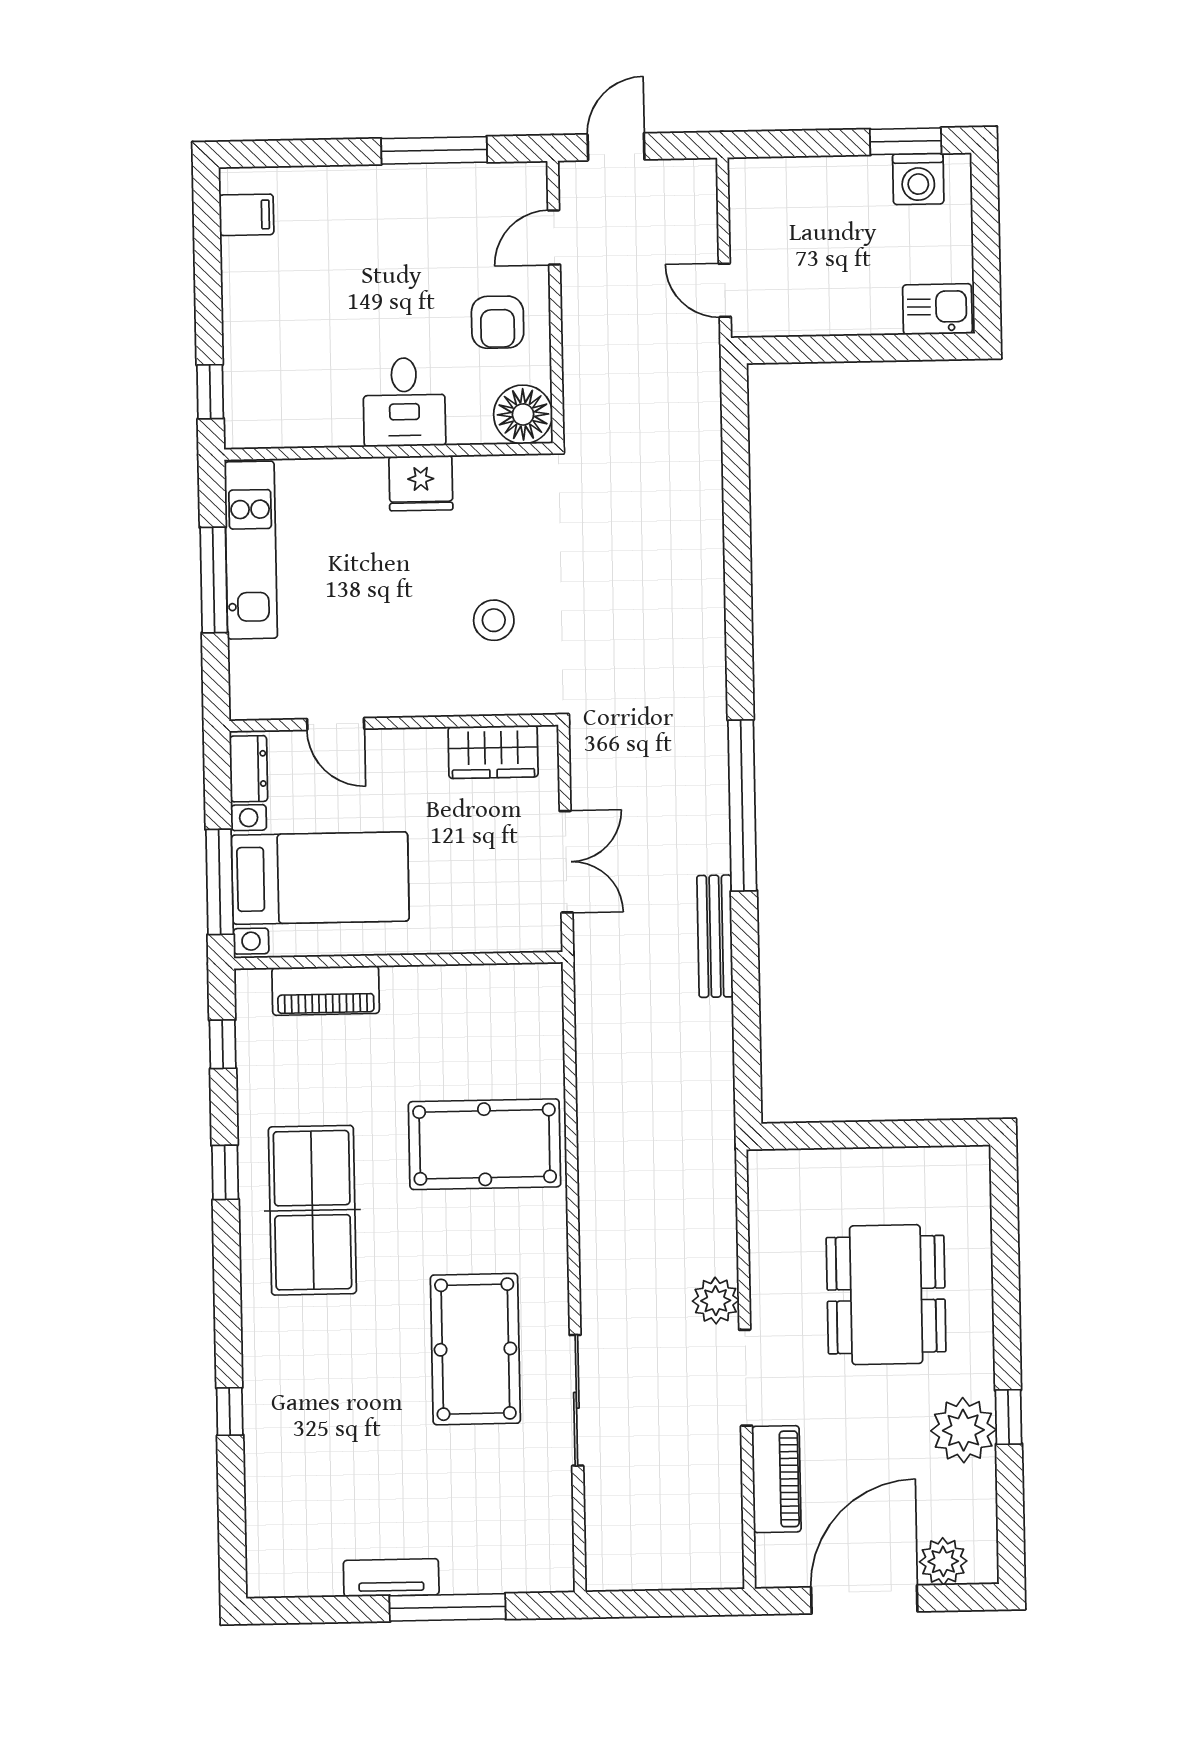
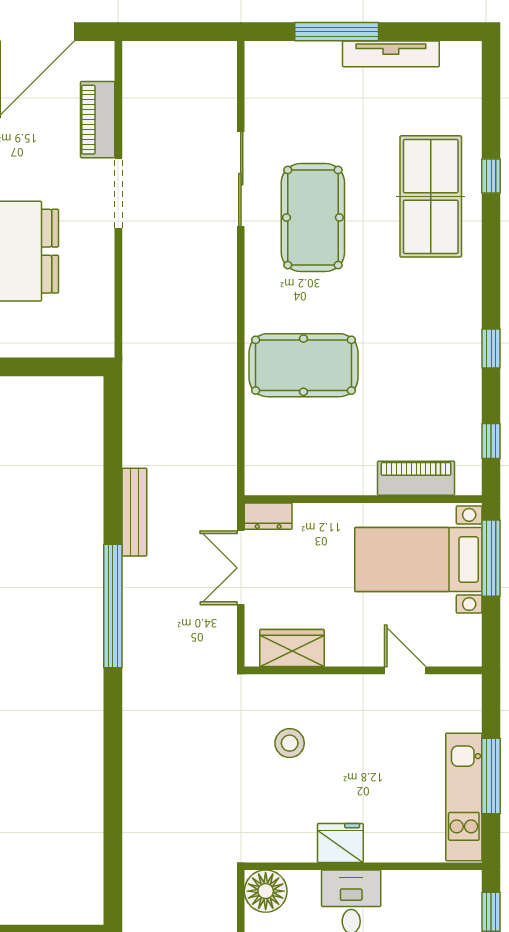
dresser: (249, 769) -> (268, 516), moved, turned -90
table tennis table: (312, 1210) -> (431, 196), moved
plant: (716, 1301) -> (139, 249), removed
tv unit: (391, 1578) -> (391, 54), width x1.41

